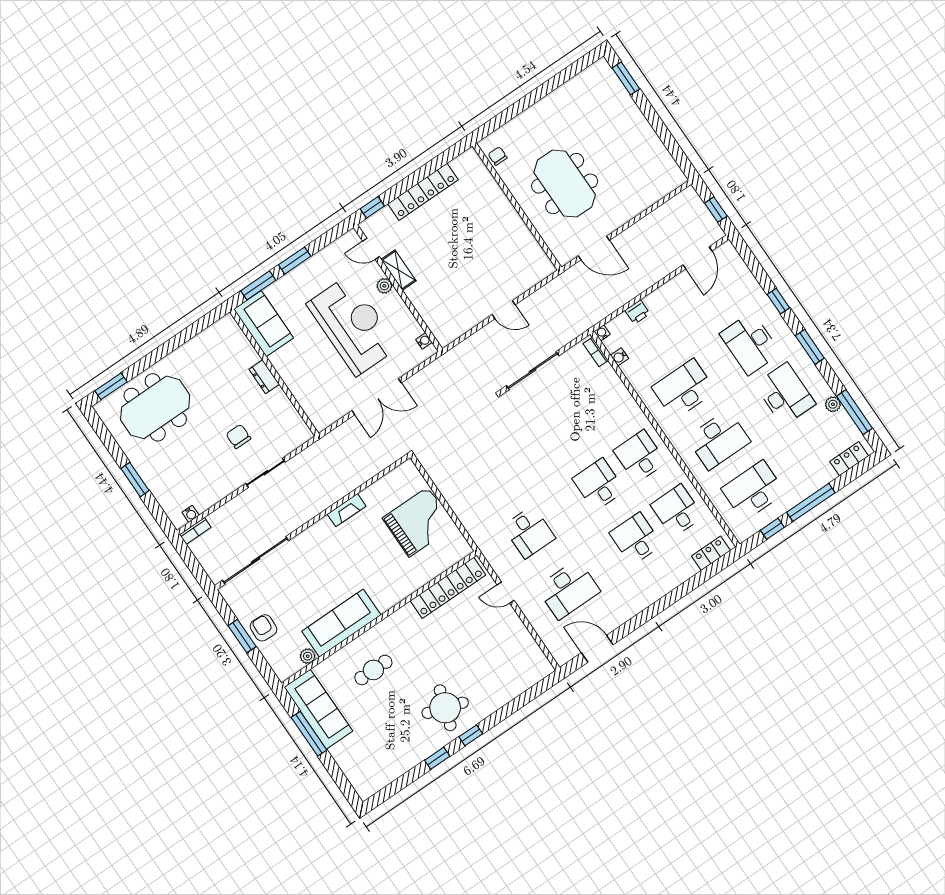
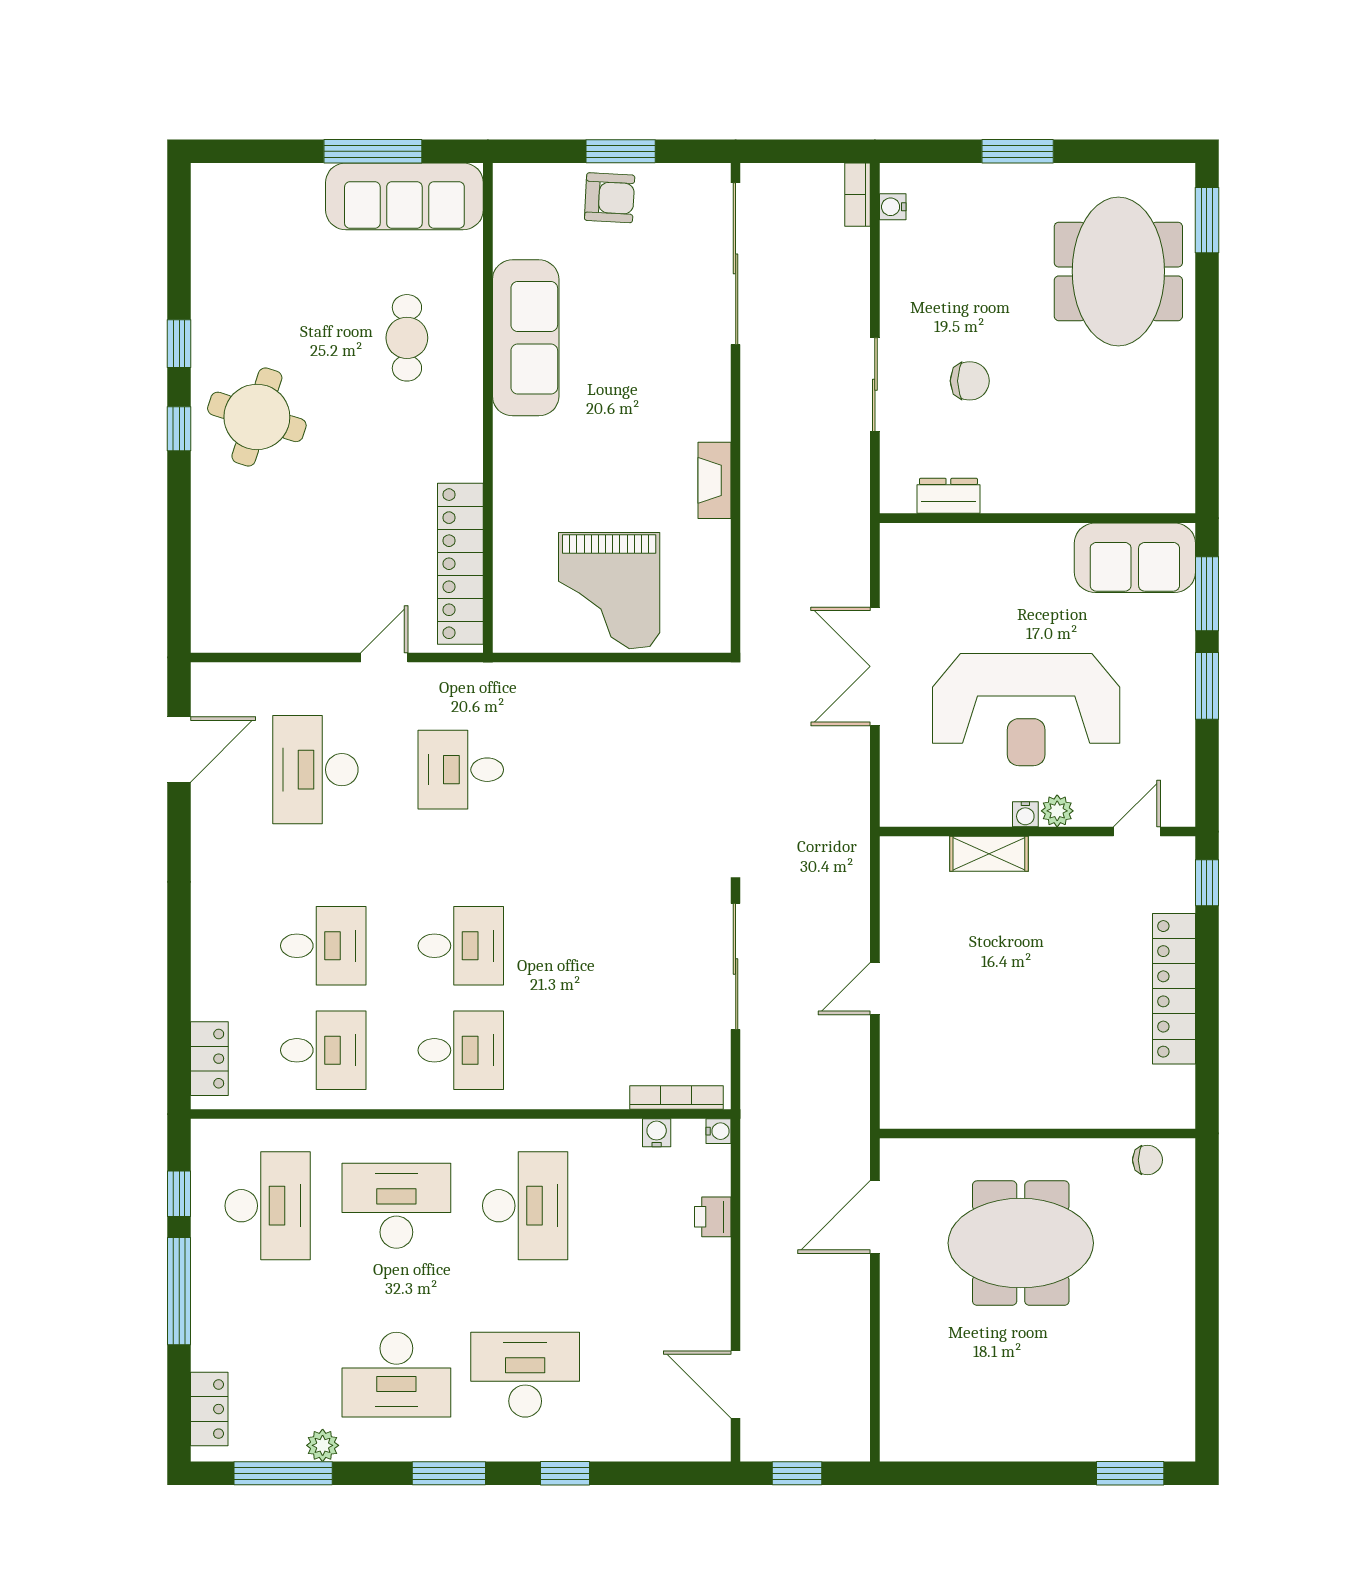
shelving: (399, 270) -> (989, 854), moved
water cooler: (424, 341) -> (1025, 814), moved
bookcase: (596, 352) -> (676, 1098), width x1.56
dresser: (264, 377) -> (948, 496), moved
desk: (718, 440) -> (396, 1206), turned 90
plant: (308, 656) -> (509, 241), removed

